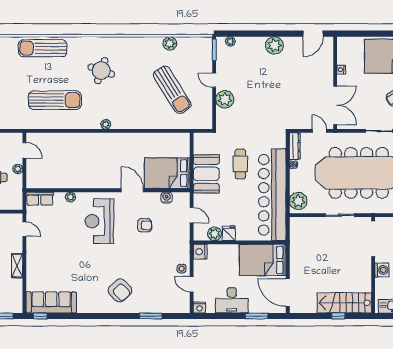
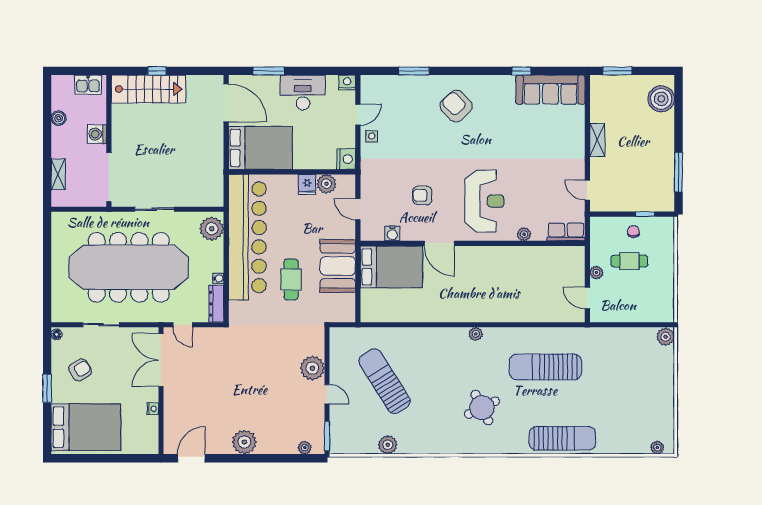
round table: (101, 71) -> (482, 408), turned 45
door: (192, 284) -> (358, 115), hinge flipped
window: (40, 316) -> (521, 71), moved

